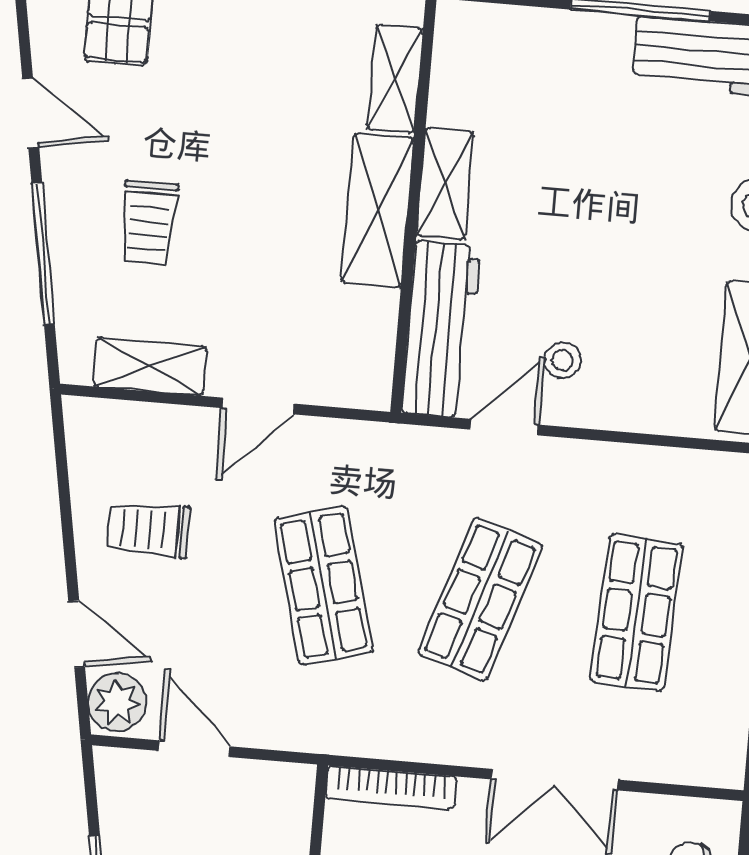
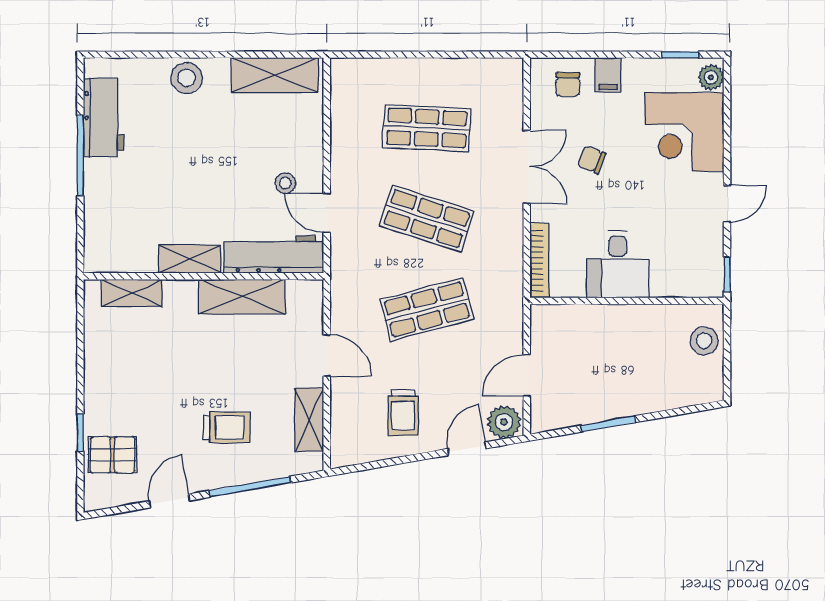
shelving: (377, 210) -> (242, 297), moved

